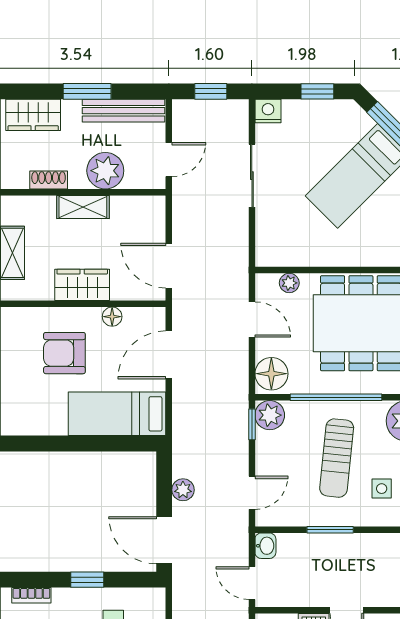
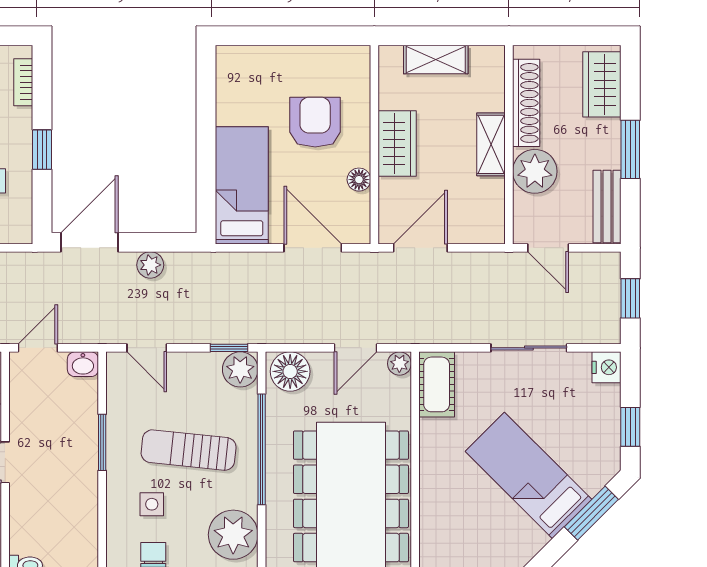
bench: (123, 111) -> (607, 206), width x0.73
shoe rack: (49, 180) -> (526, 103), width x1.94, depth x1.24
cot: (282, 252) -> (437, 384), added
plant: (289, 283) -> (399, 364), moved

